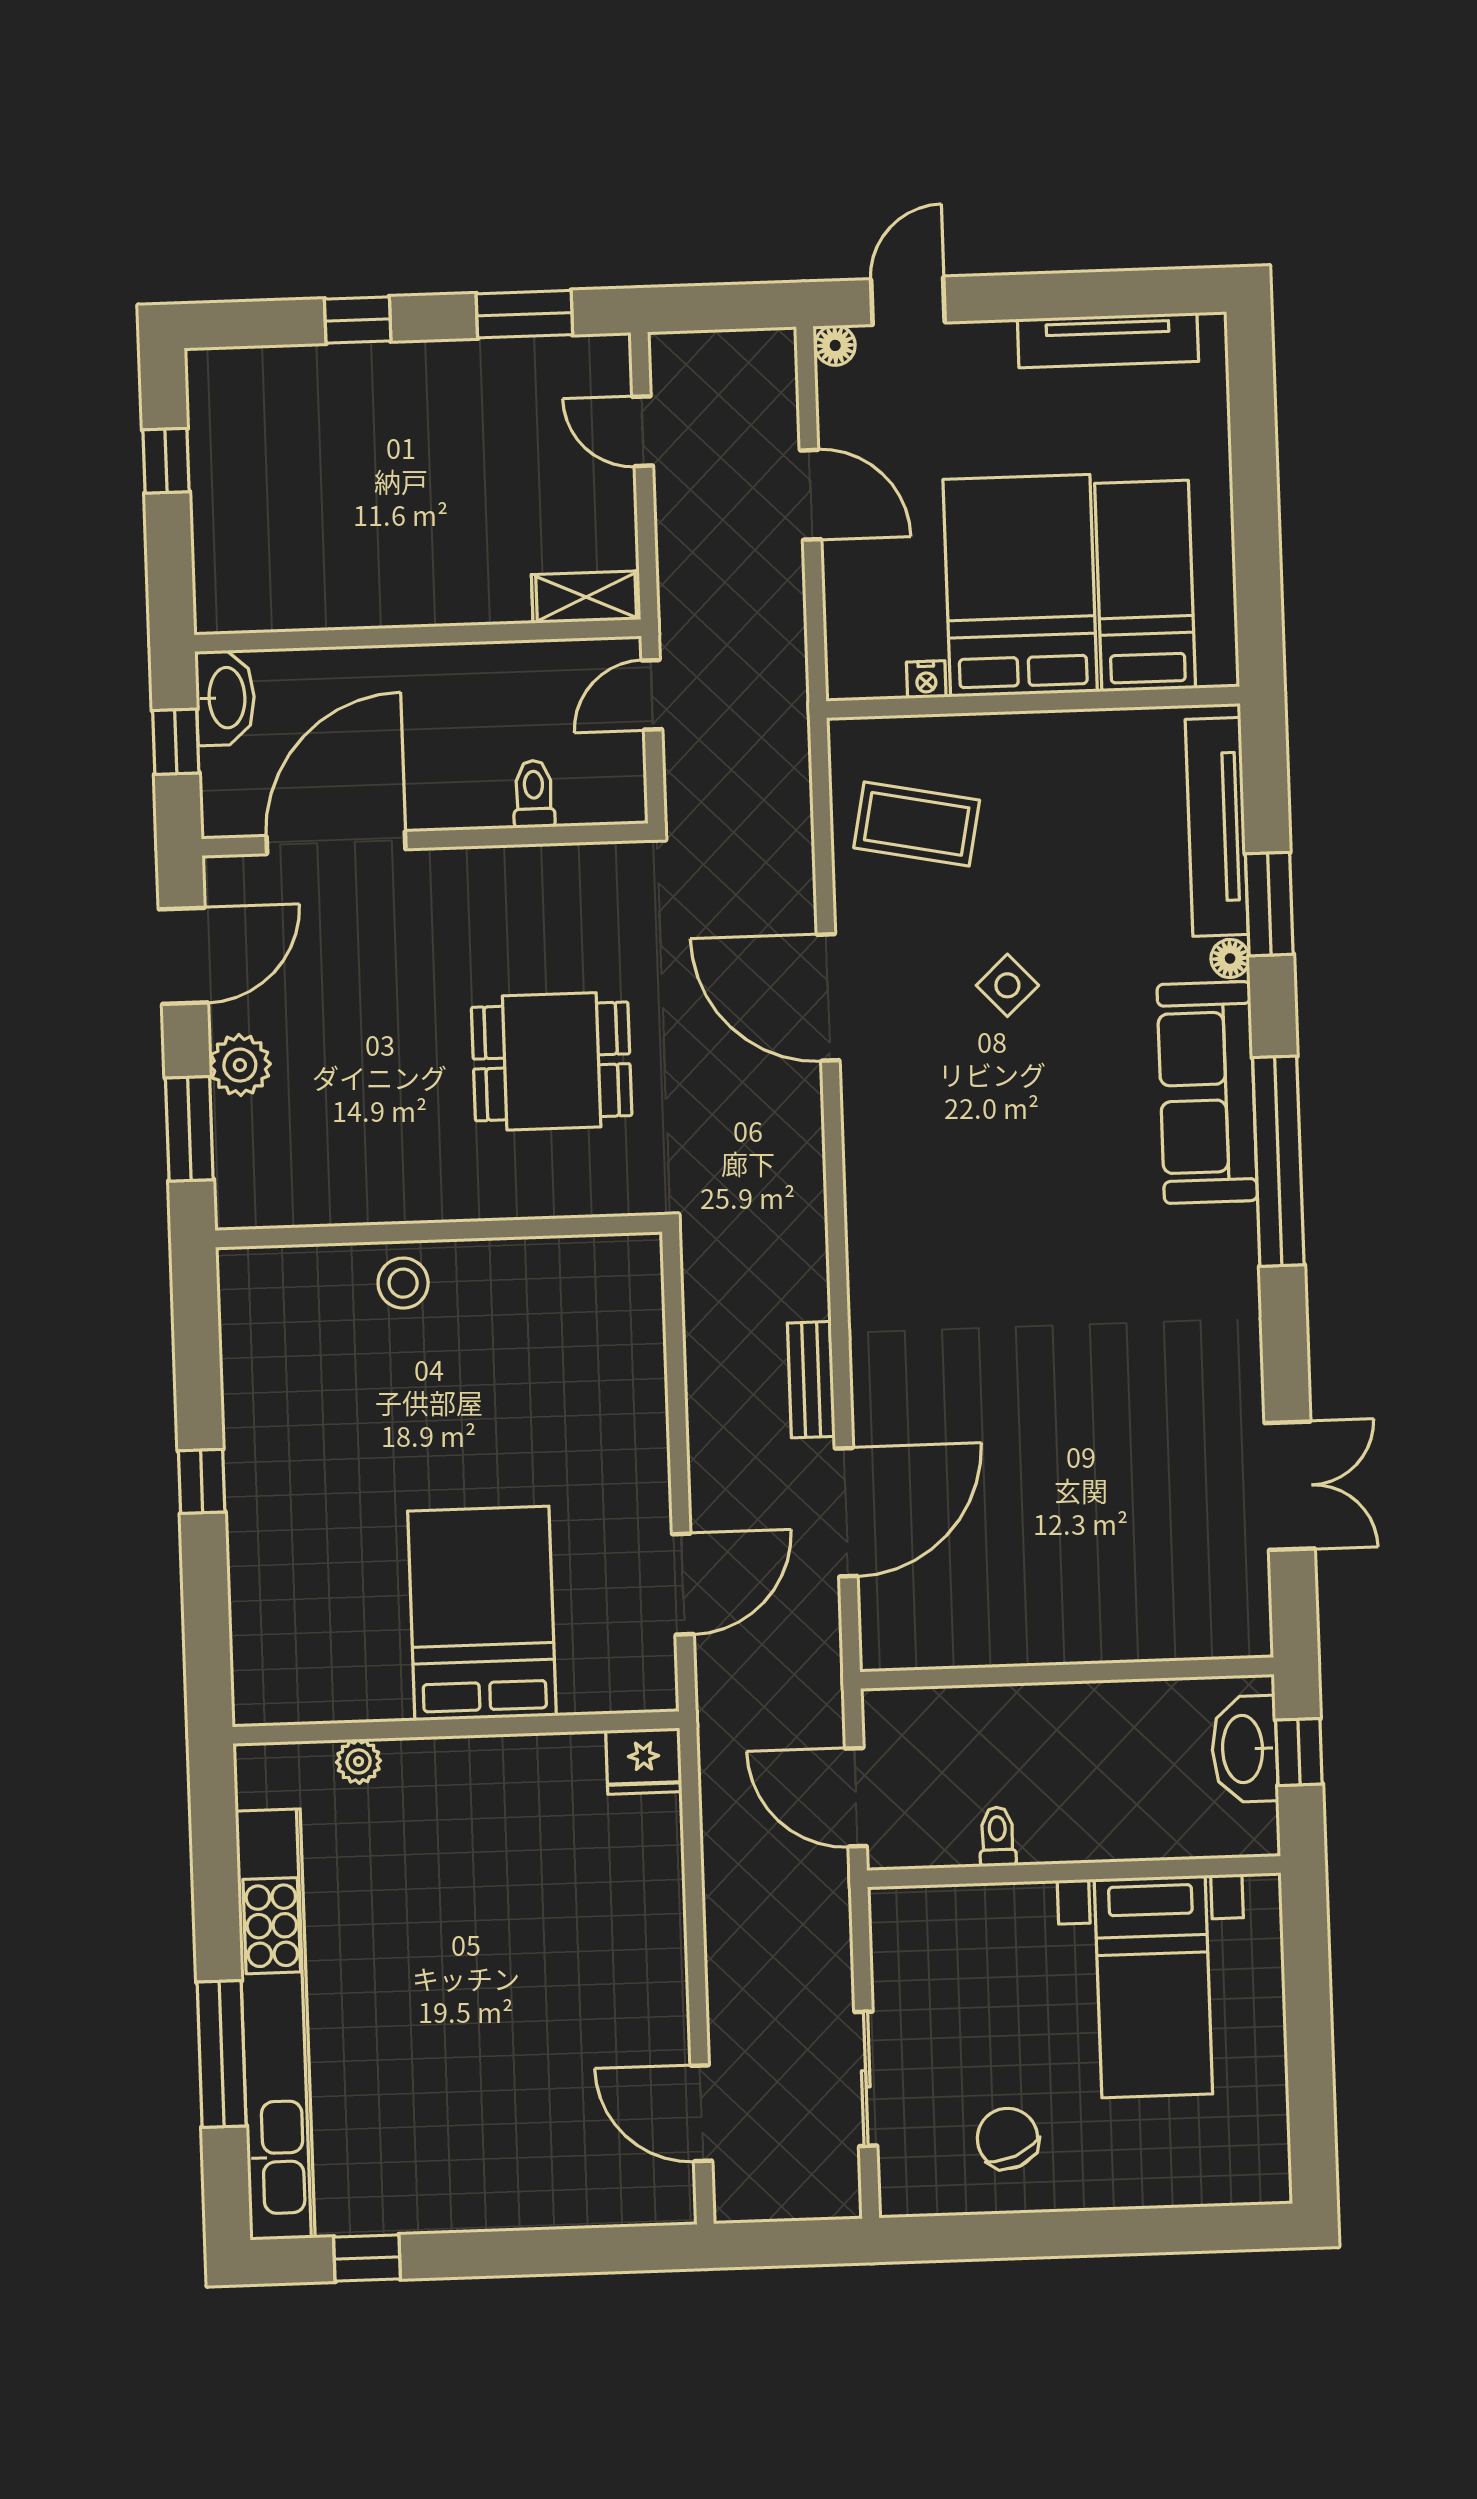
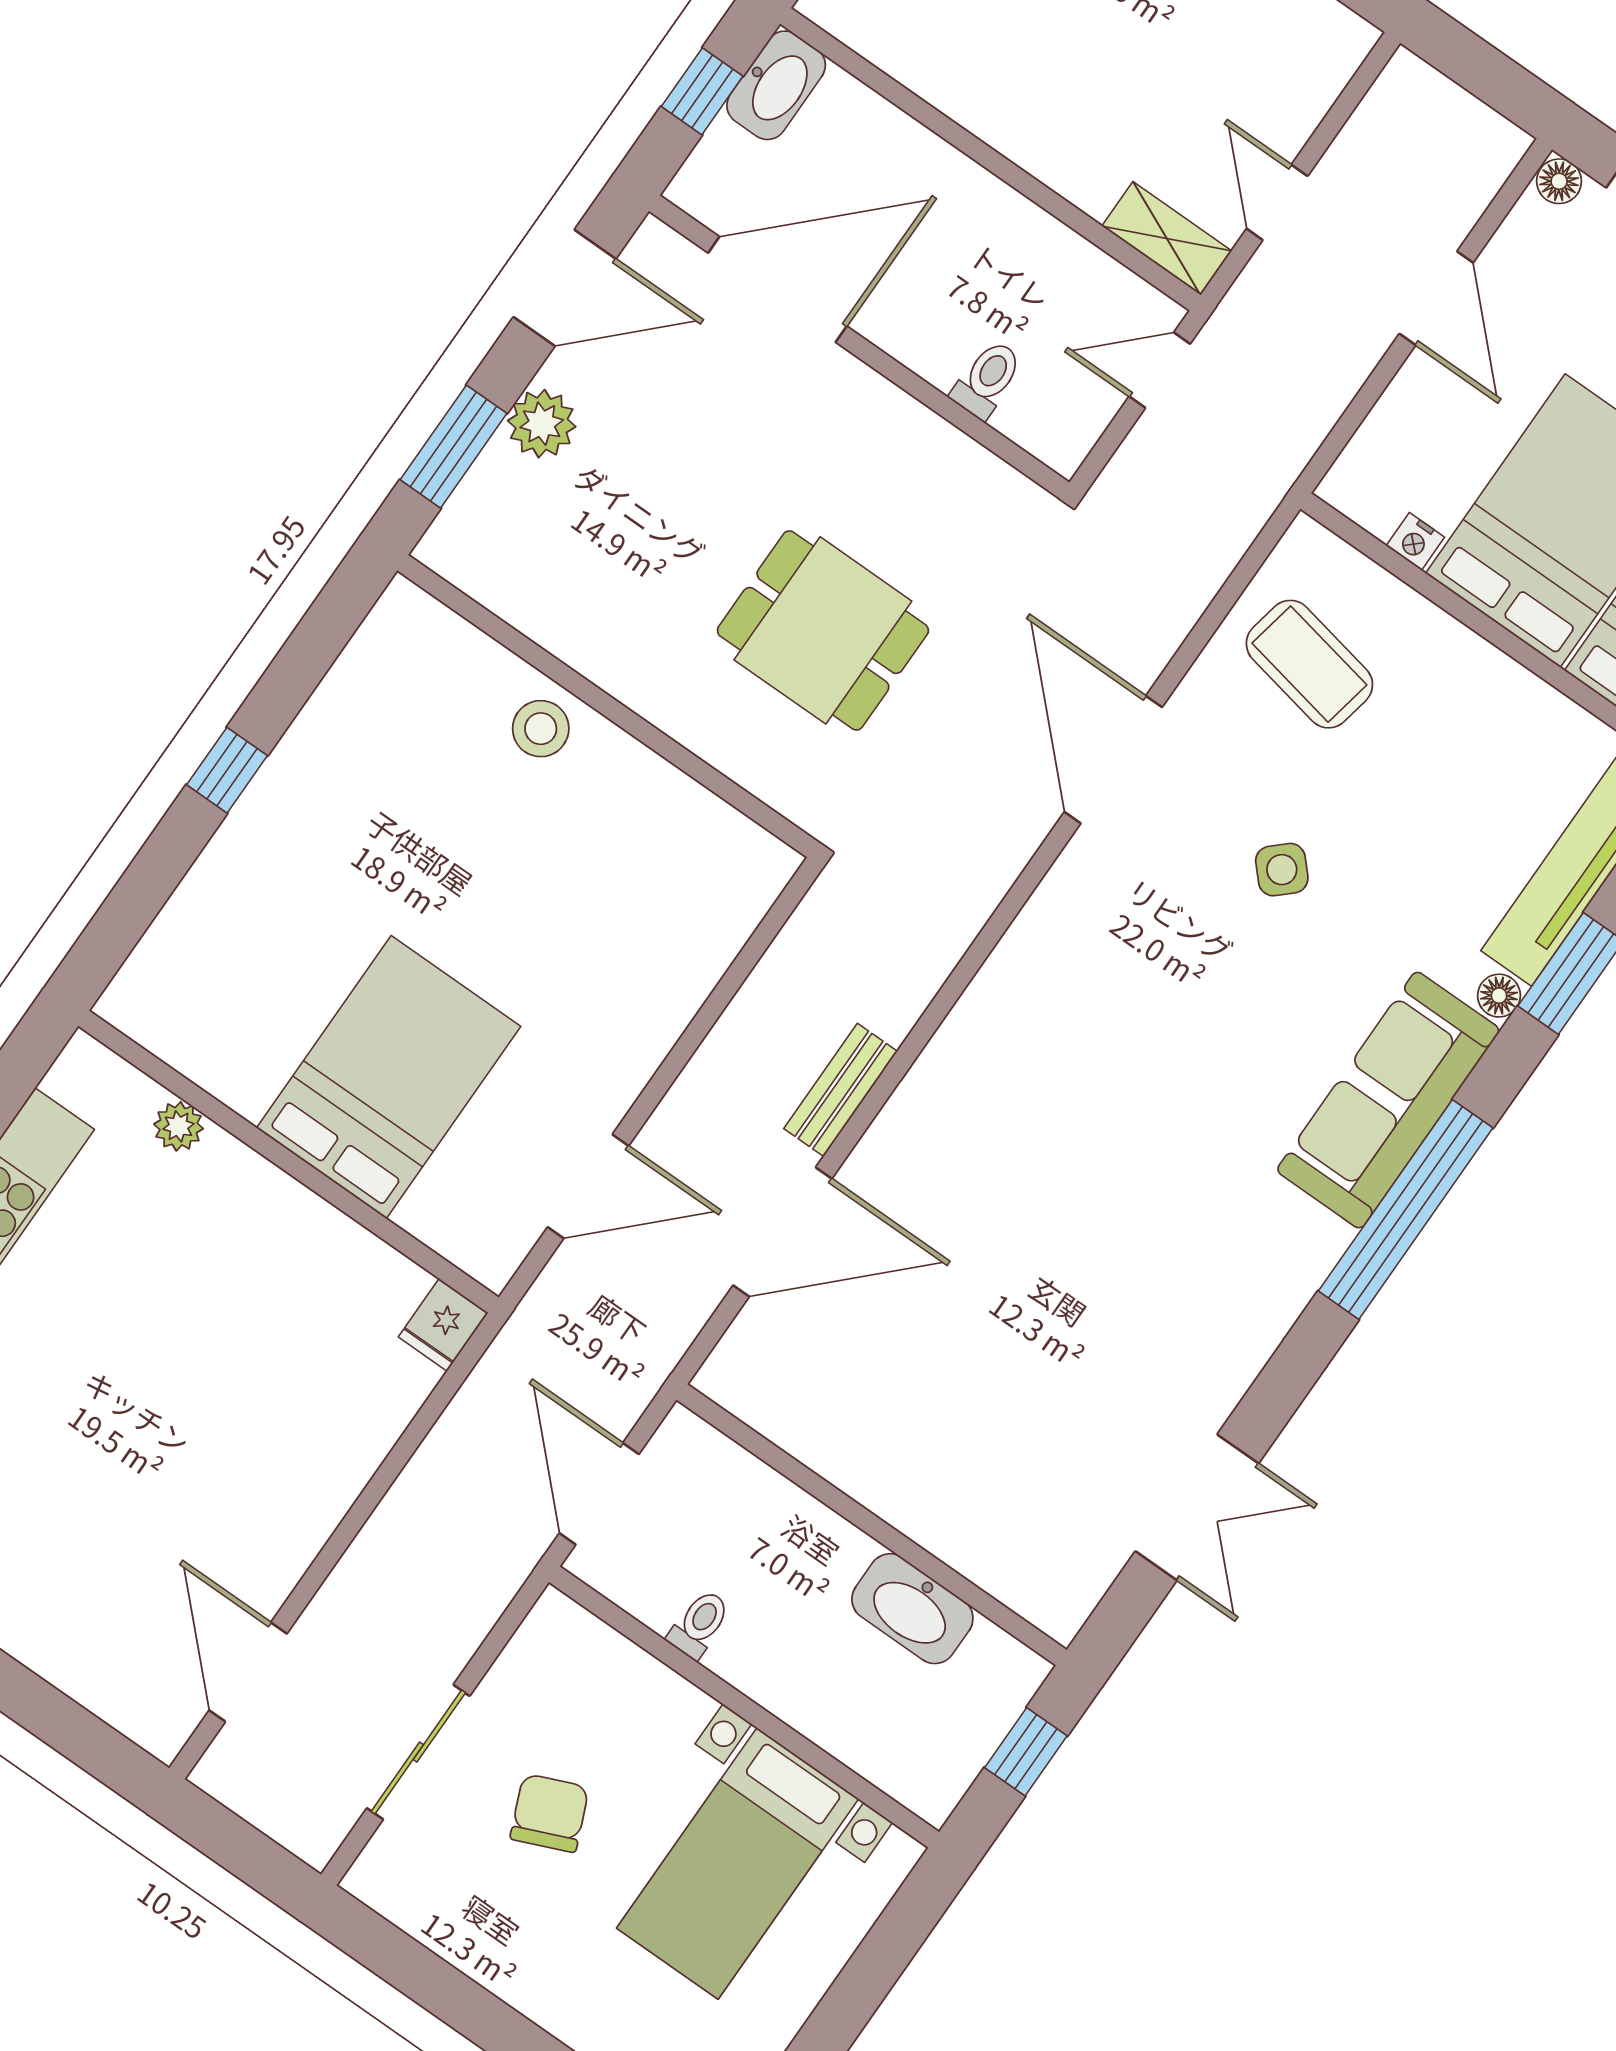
door: (643, 431) -> (1277, 202), moved
washbasin: (1245, 1749) -> (912, 1609), moved, turned -90
fridge: (644, 1761) -> (443, 1325), width x0.72
chair: (1008, 2139) -> (550, 1813), moved

